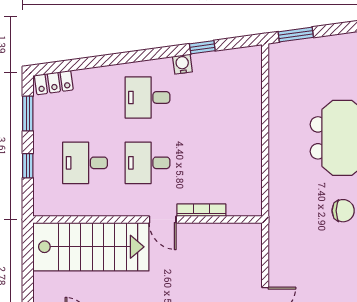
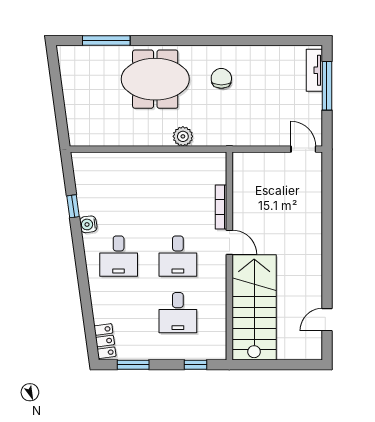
window: (296, 35) -> (61, 121), removed
window: (28, 166) -> (196, 365), moved
plant: (279, 168) -> (183, 136), added
door: (163, 220) -> (229, 242), hinge flipped

